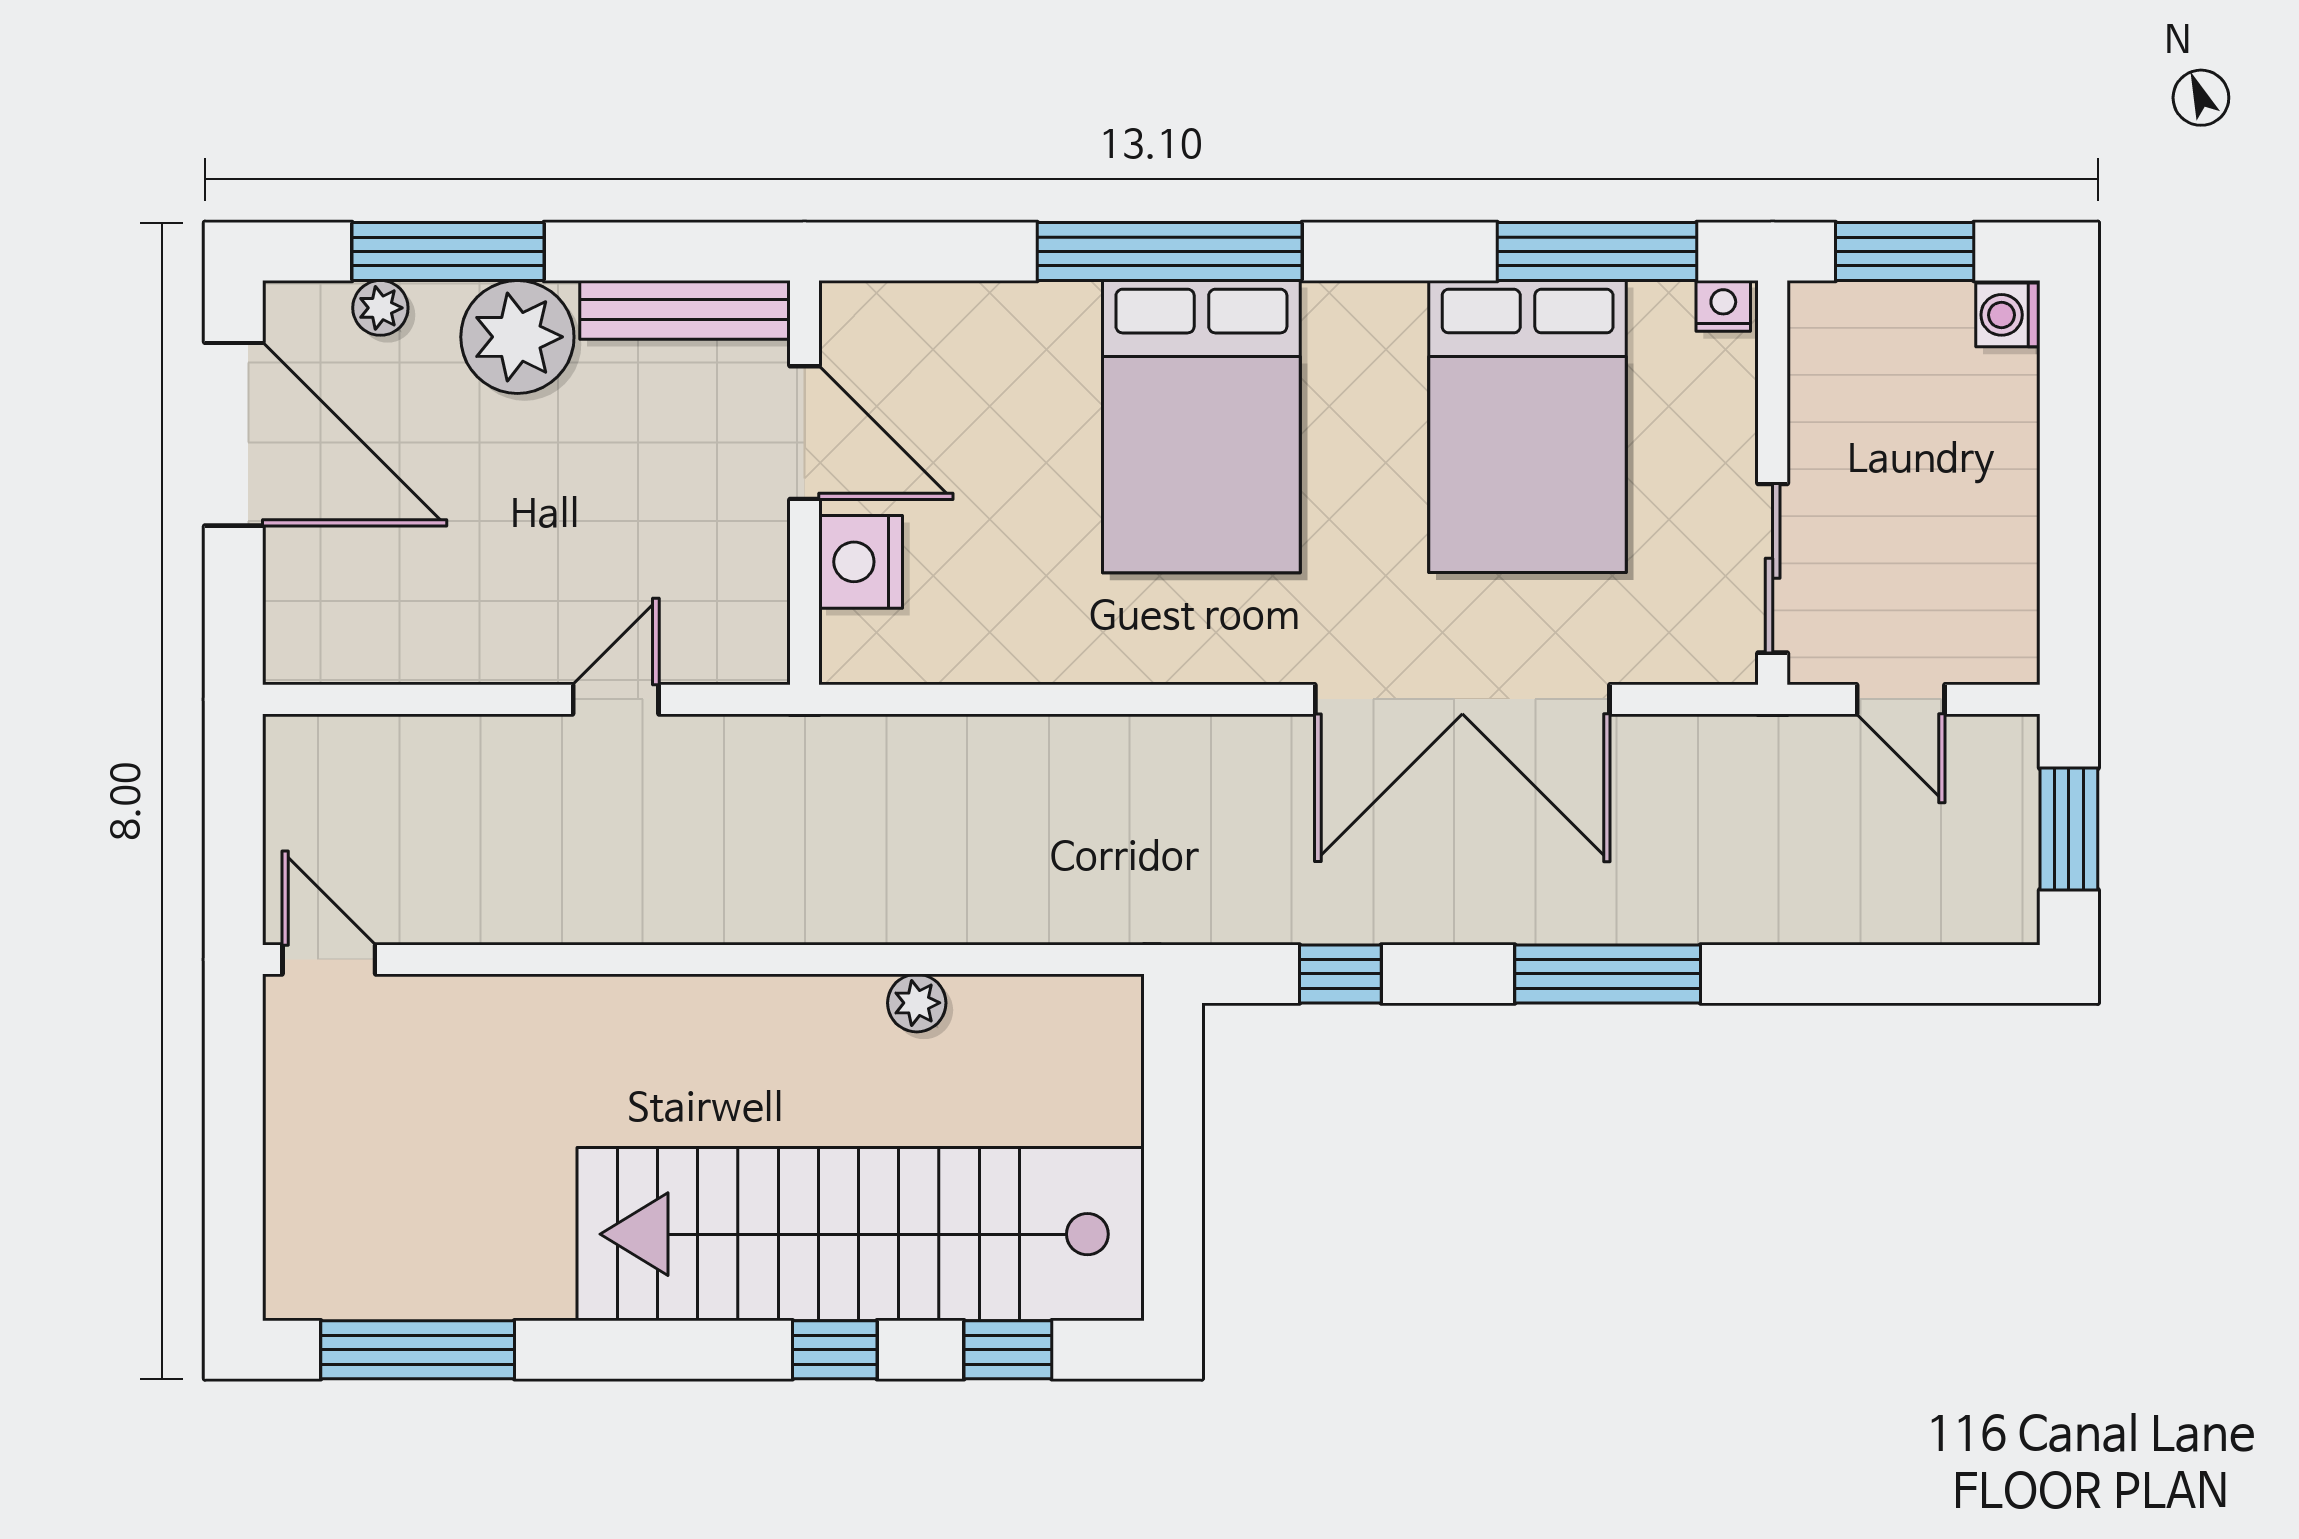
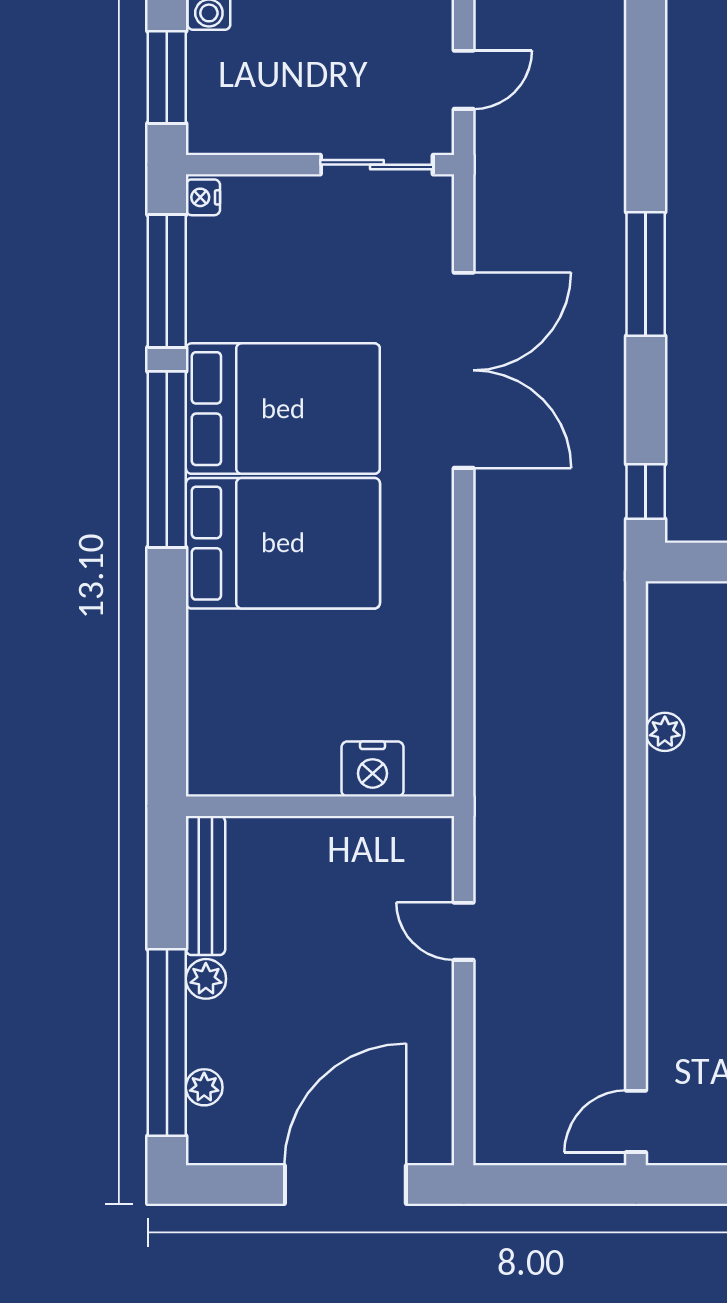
window: (448, 251) -> (167, 1042), width x1.46
window: (1170, 251) -> (167, 459), moved
plant: (517, 337) -> (206, 979), width x0.53, depth x0.53
bed: (1528, 427) -> (283, 409), moved
door: (805, 433) -> (287, 806), removed
door: (234, 434) -> (345, 1184), moved
window: (1340, 974) -> (646, 492), moved

